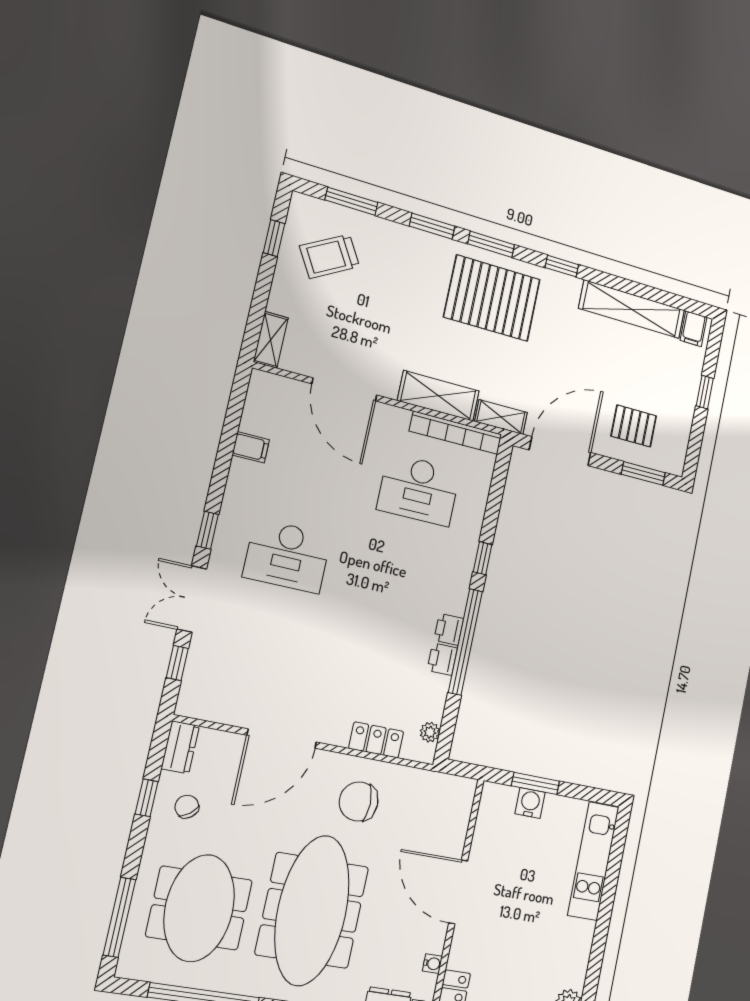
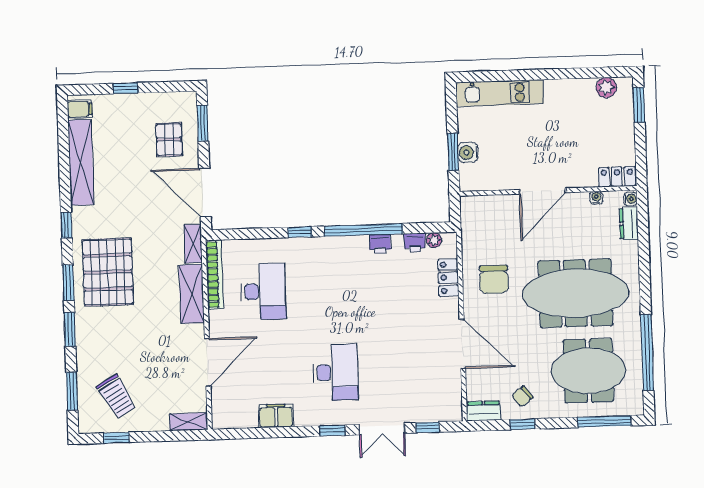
filing cabinet: (251, 447) -> (276, 416), width x2.00
printer: (449, 629) -> (415, 243), moved

